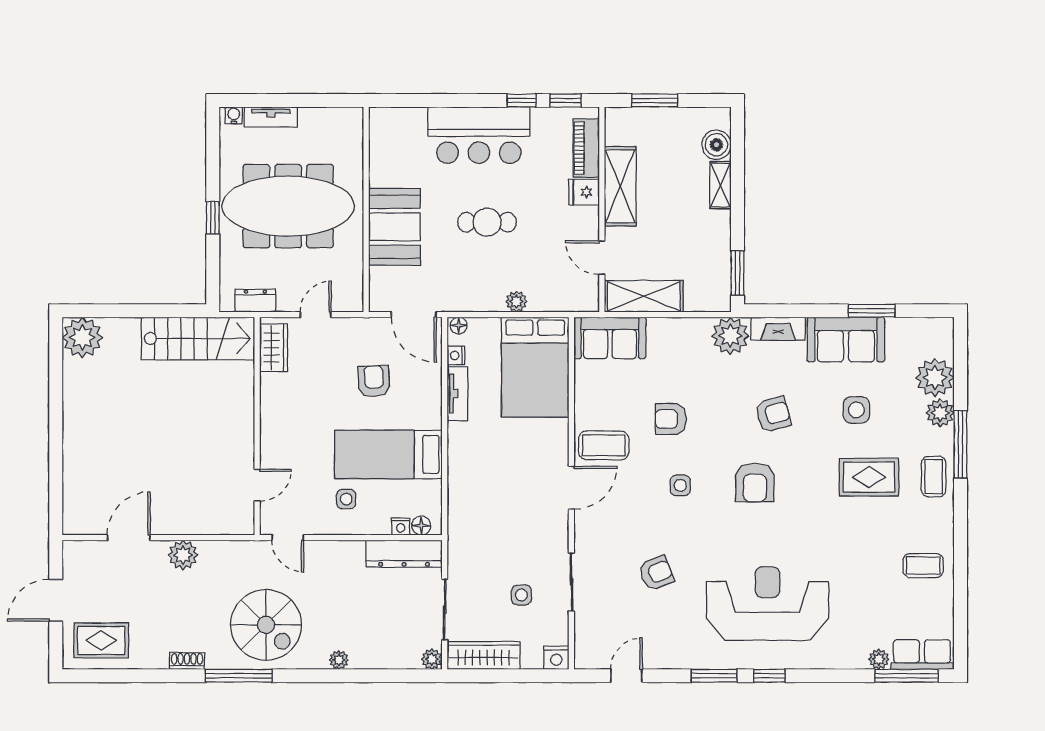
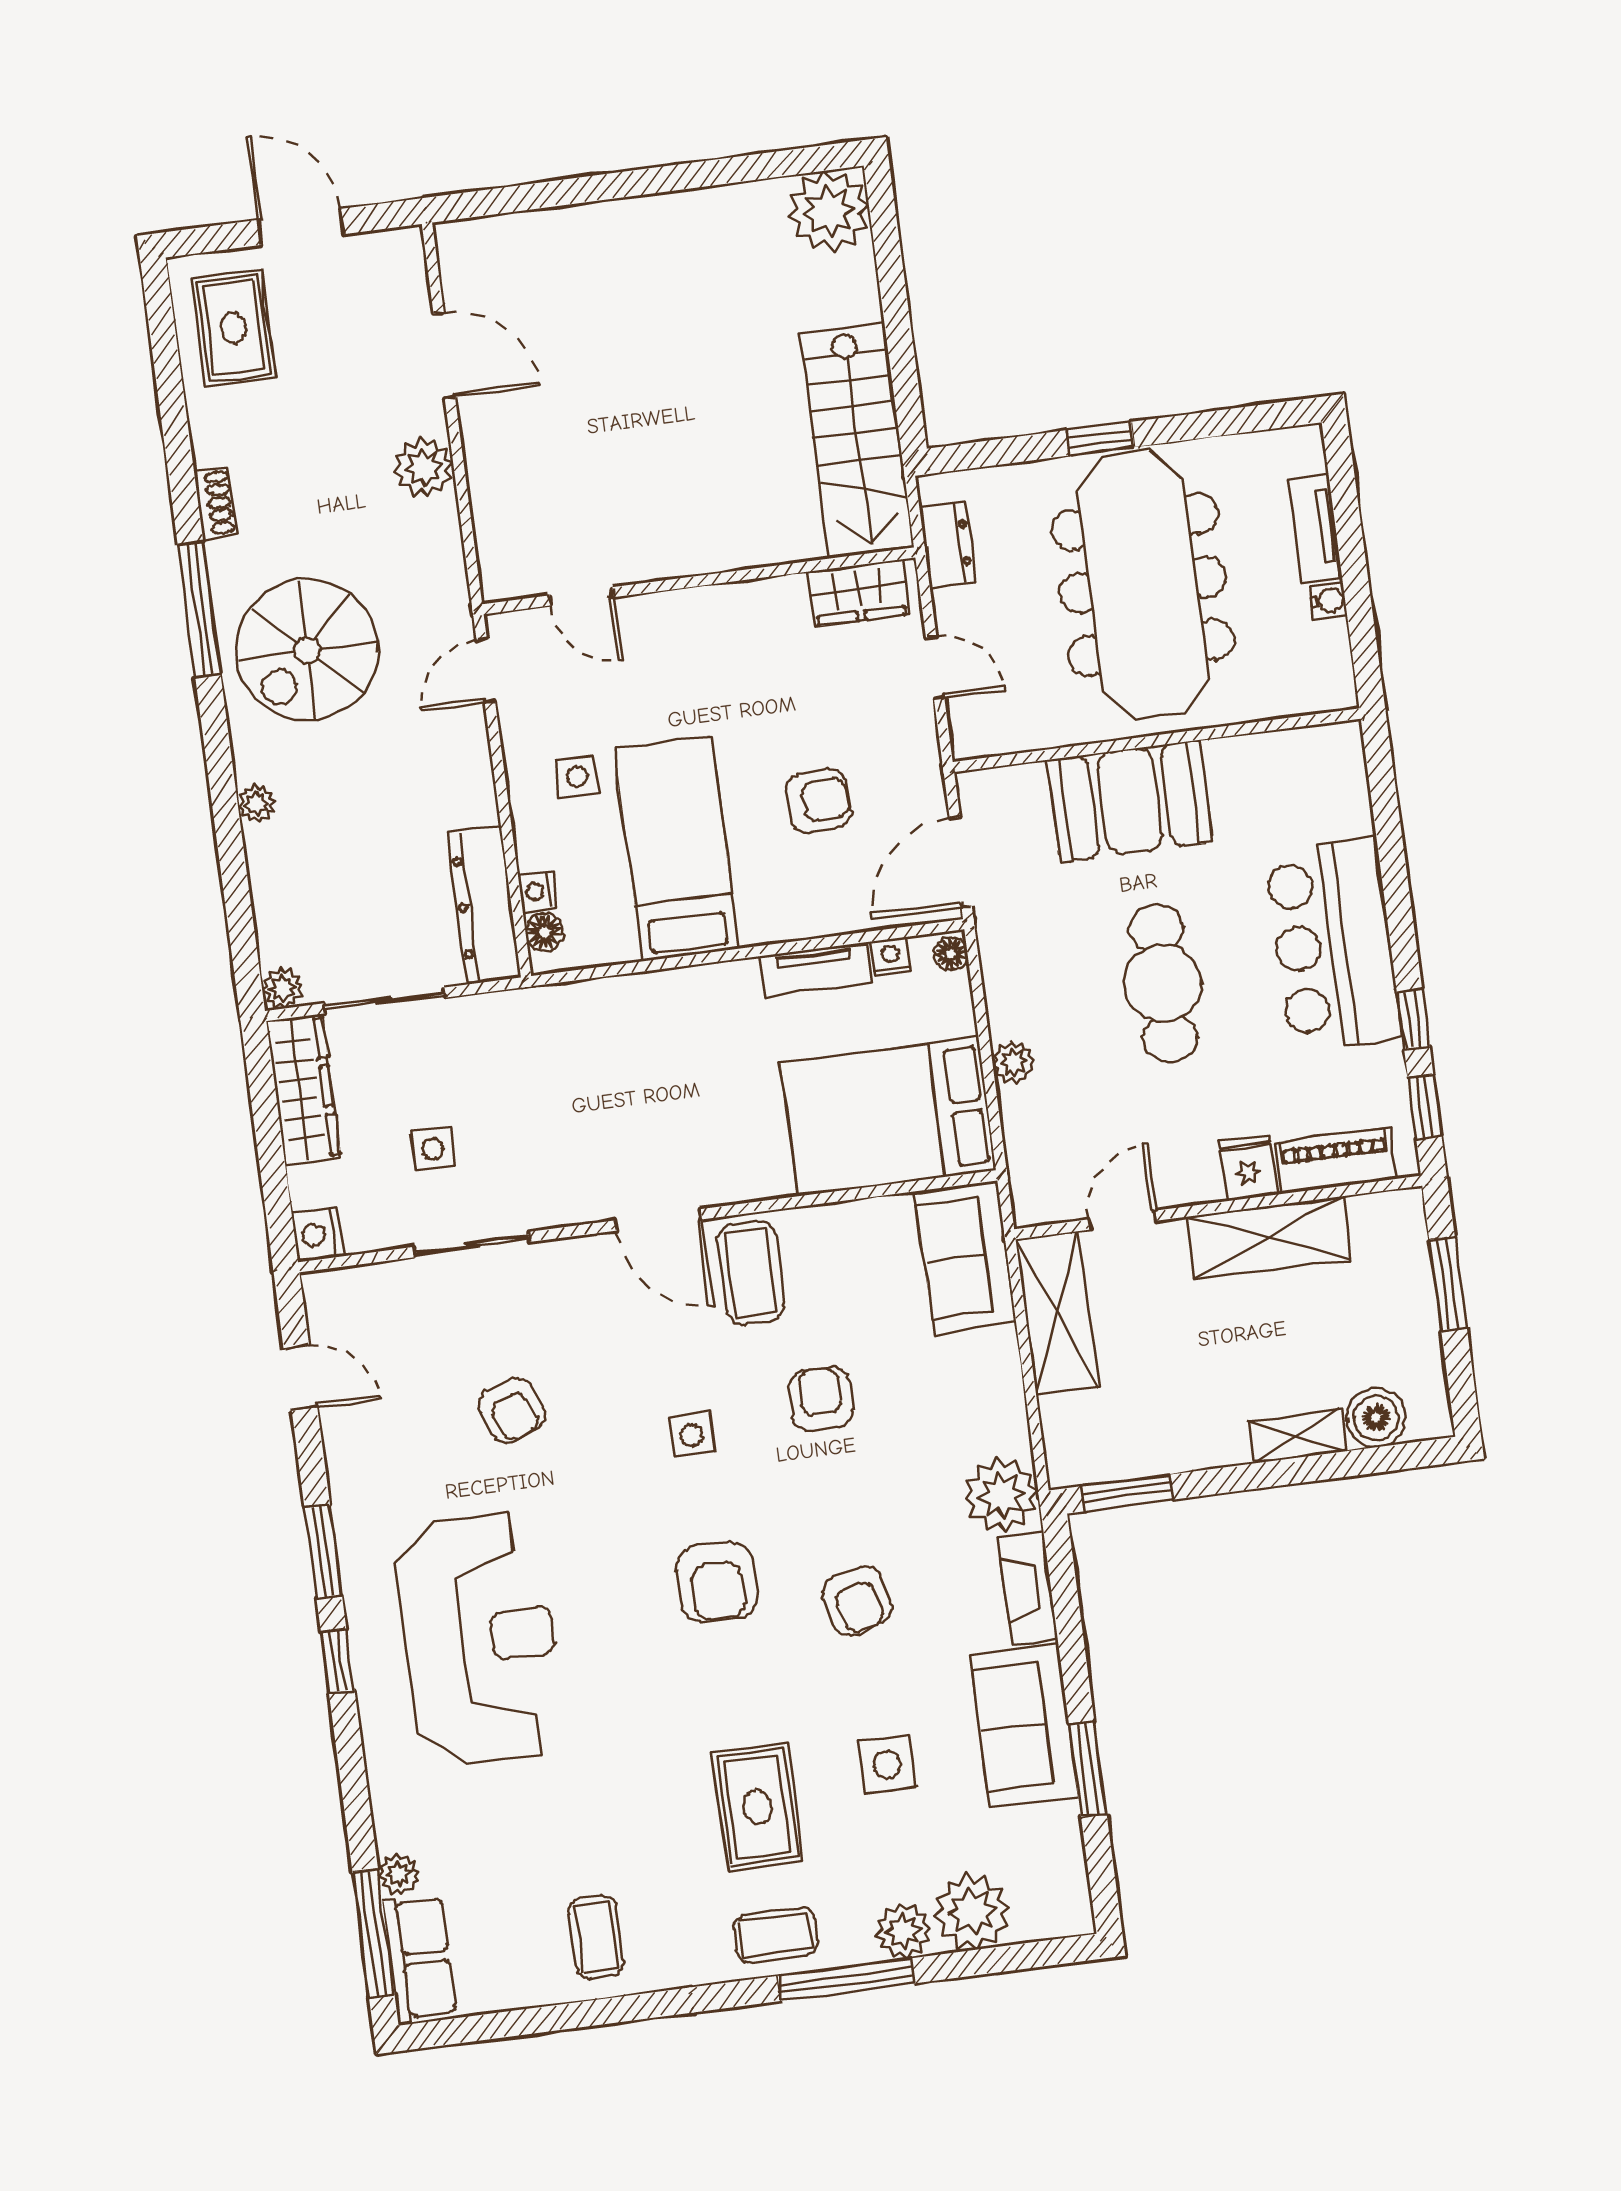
water cooler: (234, 115) -> (1328, 600), moved
cafe table: (487, 222) -> (1163, 983), width x1.37, depth x1.35
armchair: (755, 483) -> (717, 1582), turned -90

